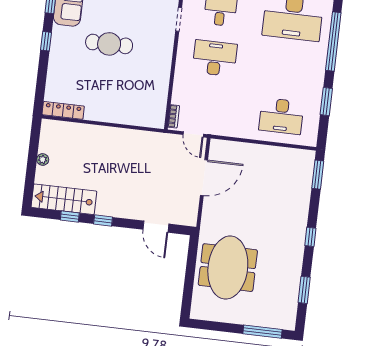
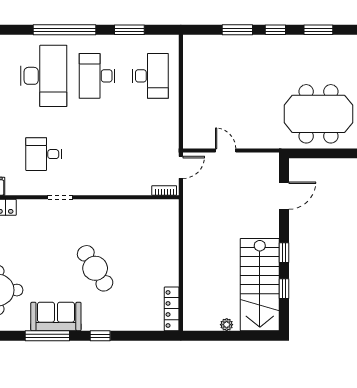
cafe table: (109, 44) -> (95, 268), turned -32
desk: (215, 58) -> (97, 76), moved
window: (318, 175) -> (237, 30), moved
door: (204, 178) -> (226, 150), width x0.53
stairs: (64, 199) -> (260, 285), width x1.36, depth x1.51
window: (304, 290) -> (318, 30), moved

